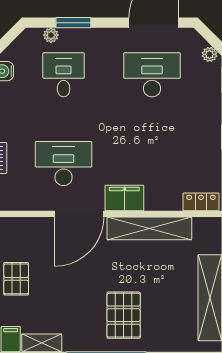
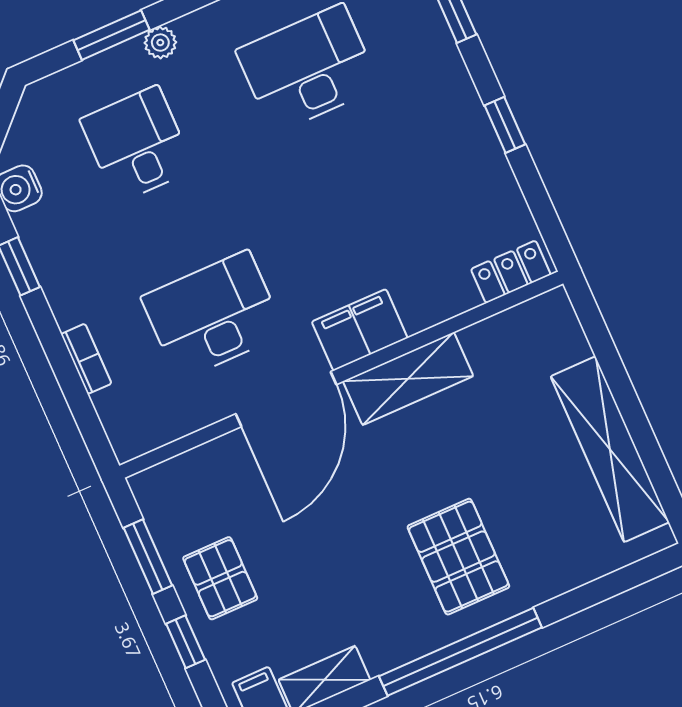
plant: (51, 35) -> (160, 43), moved
shelving: (149, 228) -> (408, 379), width x0.68

